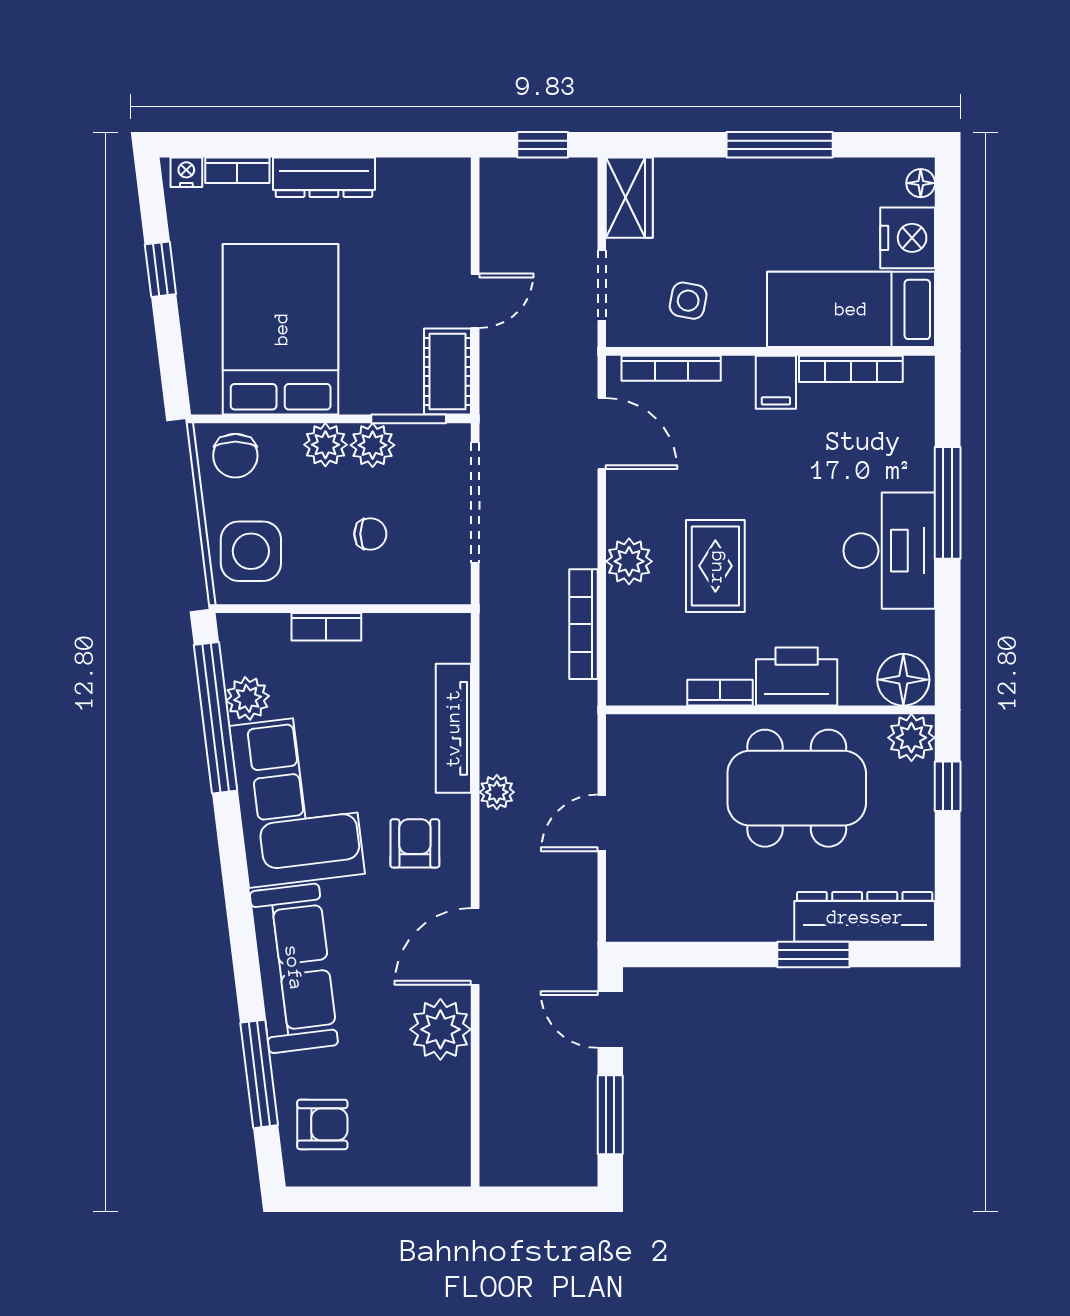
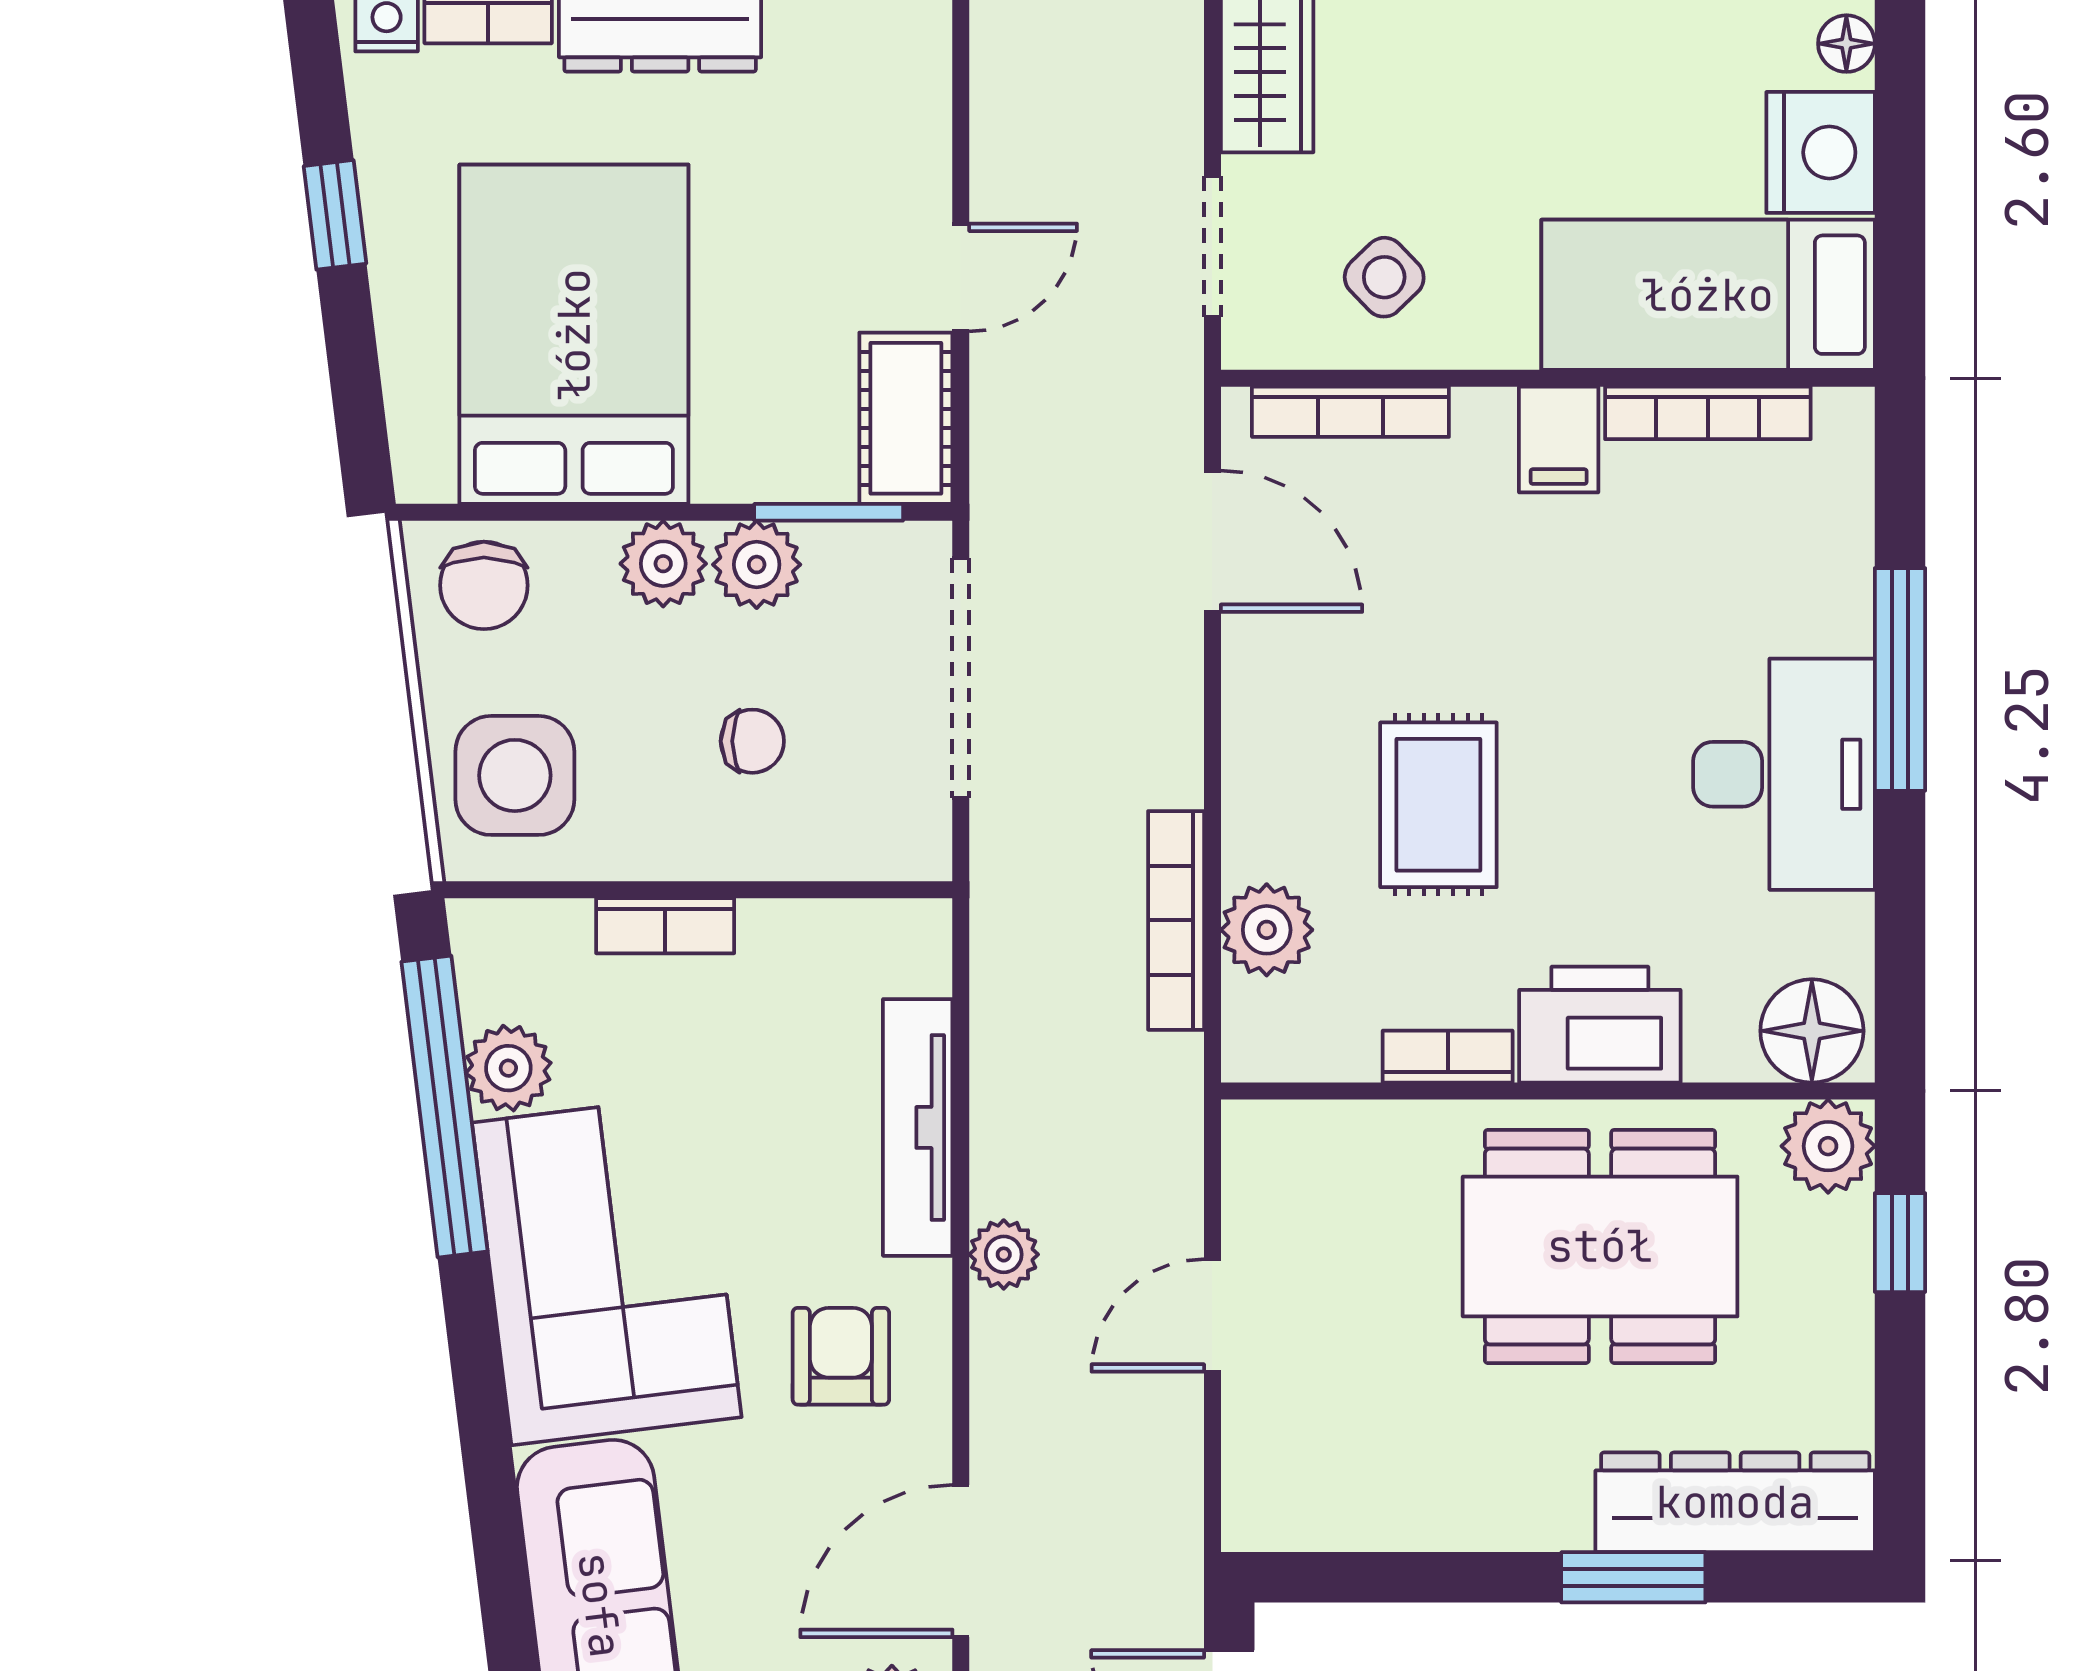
side table: (688, 301) -> (1384, 277), turned 35
plant: (629, 561) -> (1267, 930), moved

